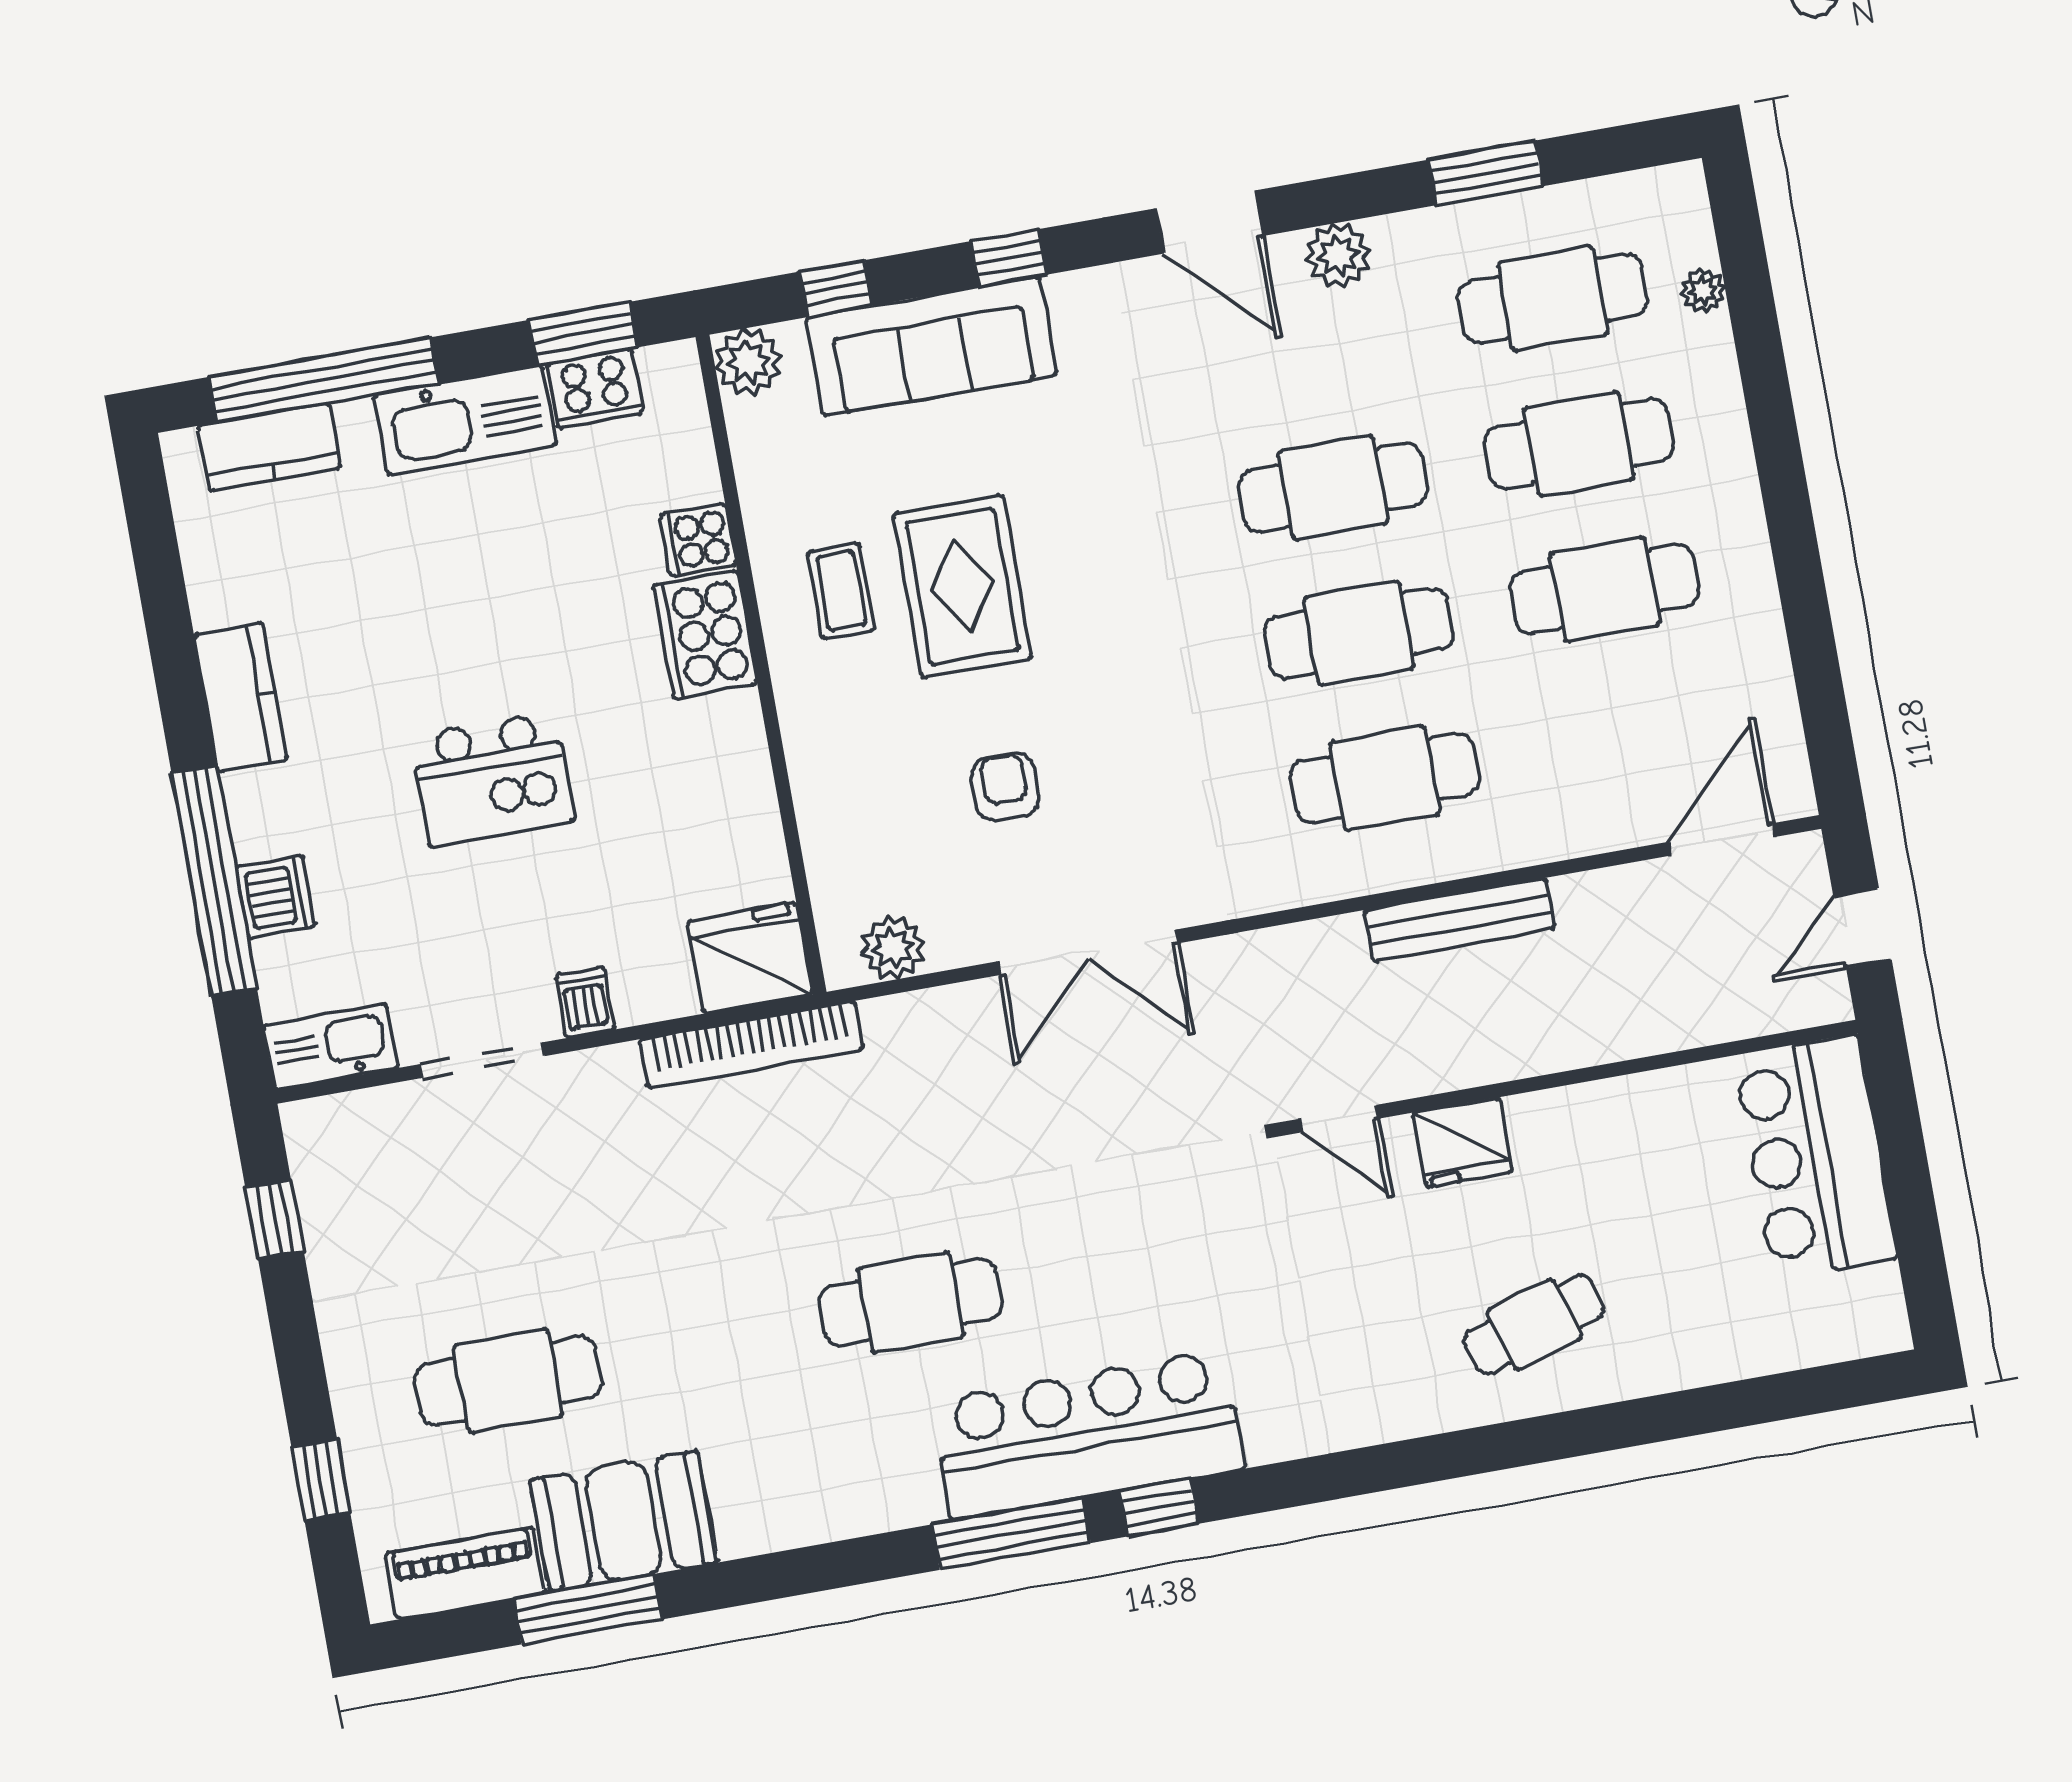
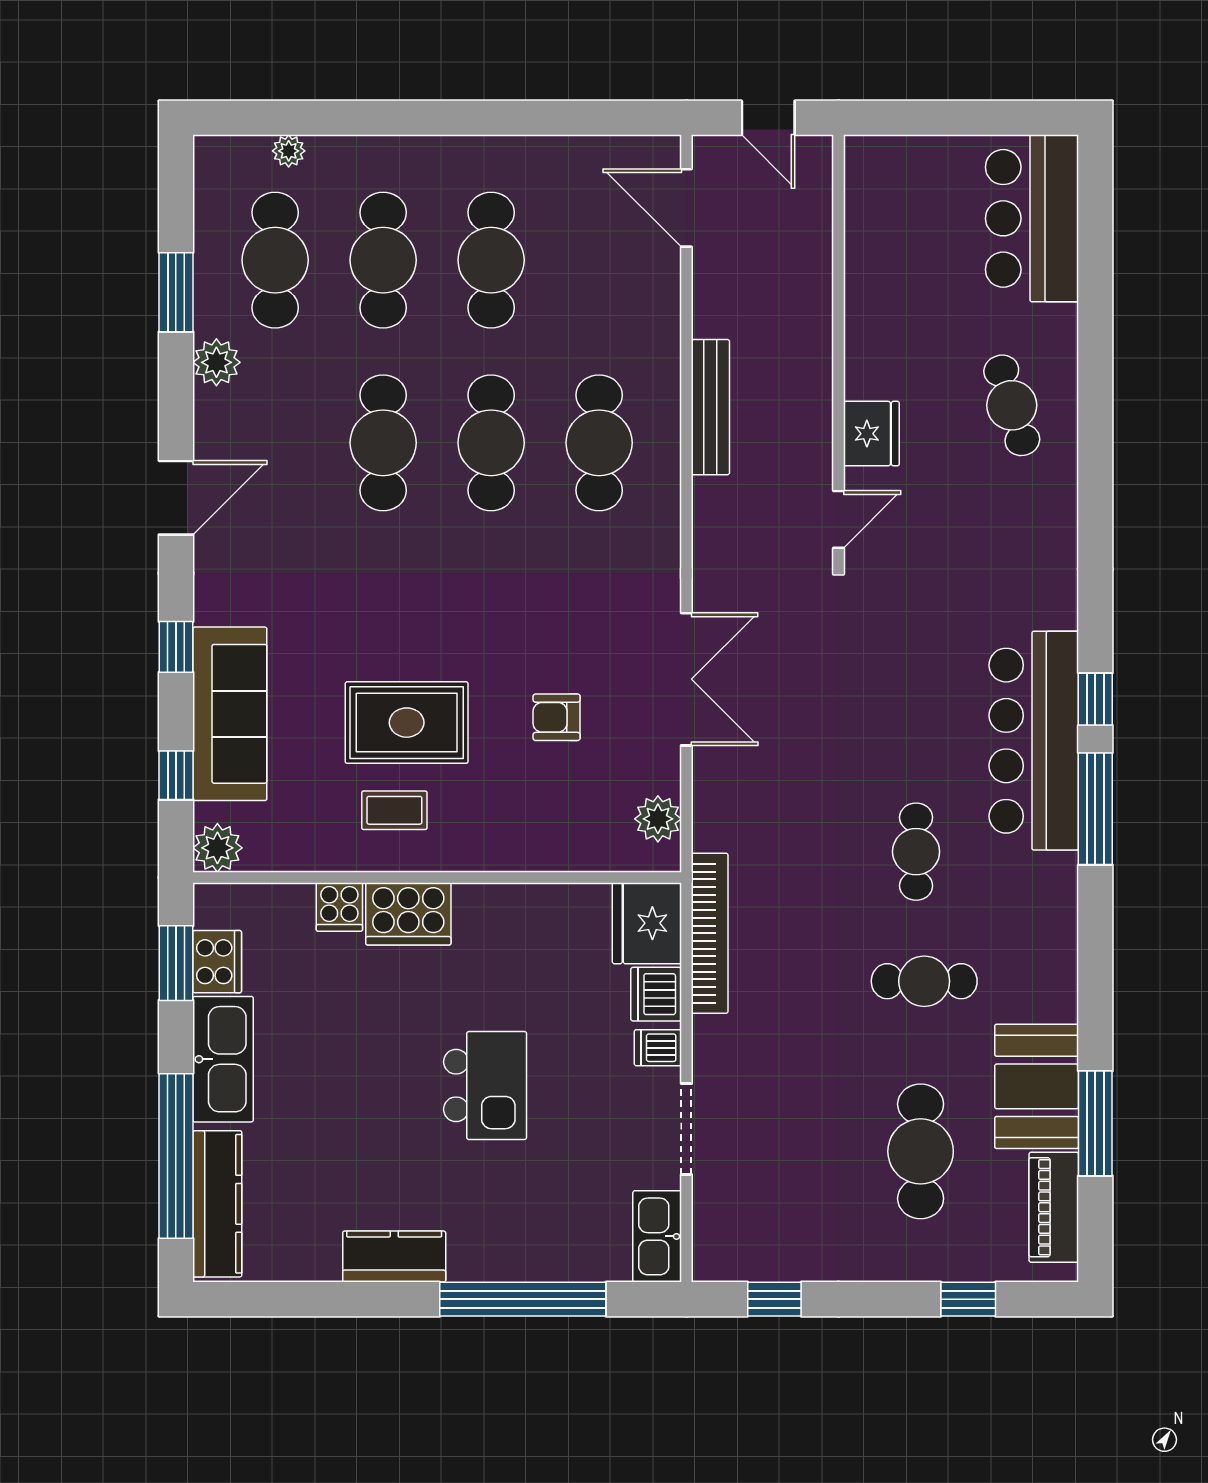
plant: (1338, 255) -> (216, 362), moved
kitchen counter: (269, 447) -> (217, 1204), width x1.50
dishwasher: (275, 897) -> (656, 994), moved, turned -90
bar counter: (1815, 1157) -> (1032, 218), moved, turned 90
cafe table: (911, 1303) -> (916, 852), width x0.73, depth x0.74
cafe table: (738, 1345) -> (924, 981), added

